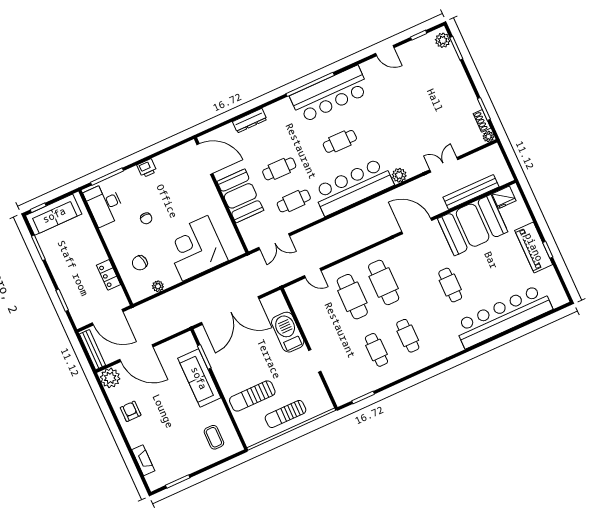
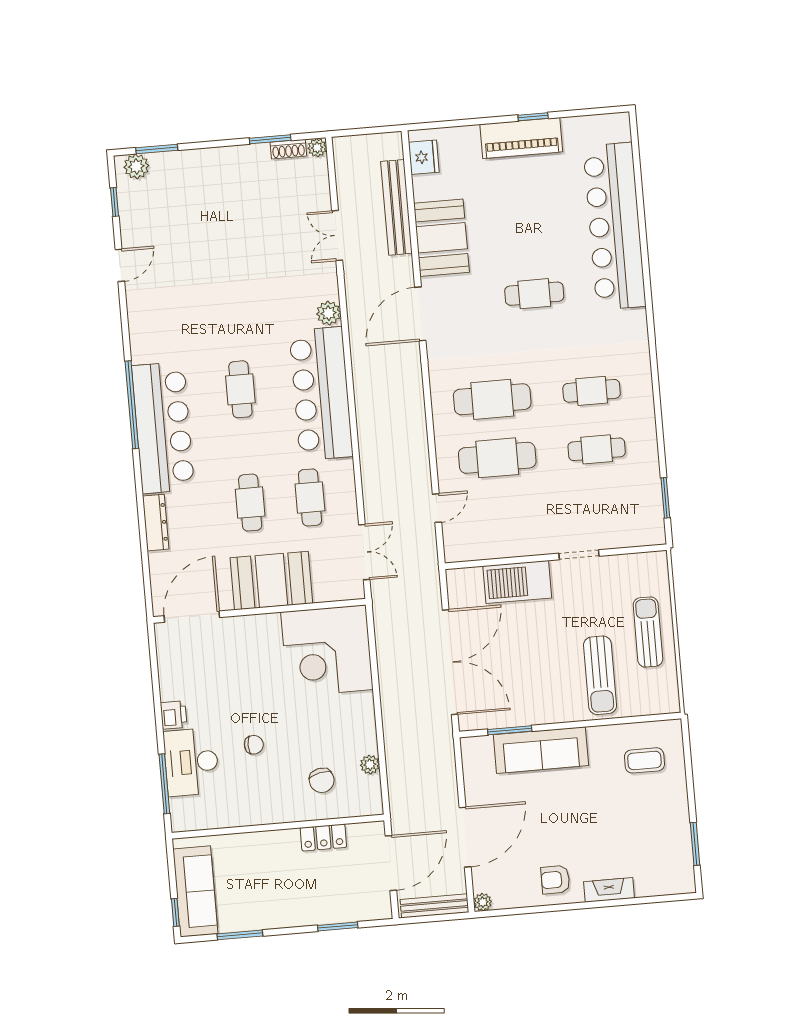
bar counter: (330, 94) -> (163, 428), moved
desk: (104, 204) -> (191, 762), moved, turned 90
booth: (473, 225) -> (441, 238), width x0.73, depth x0.70
corner desk: (195, 248) -> (327, 651), moved
plant: (110, 378) -> (483, 902), width x0.53, depth x0.53
sun lounger: (286, 414) -> (648, 632), turned 180
fireplace: (143, 460) -> (609, 890), moved

